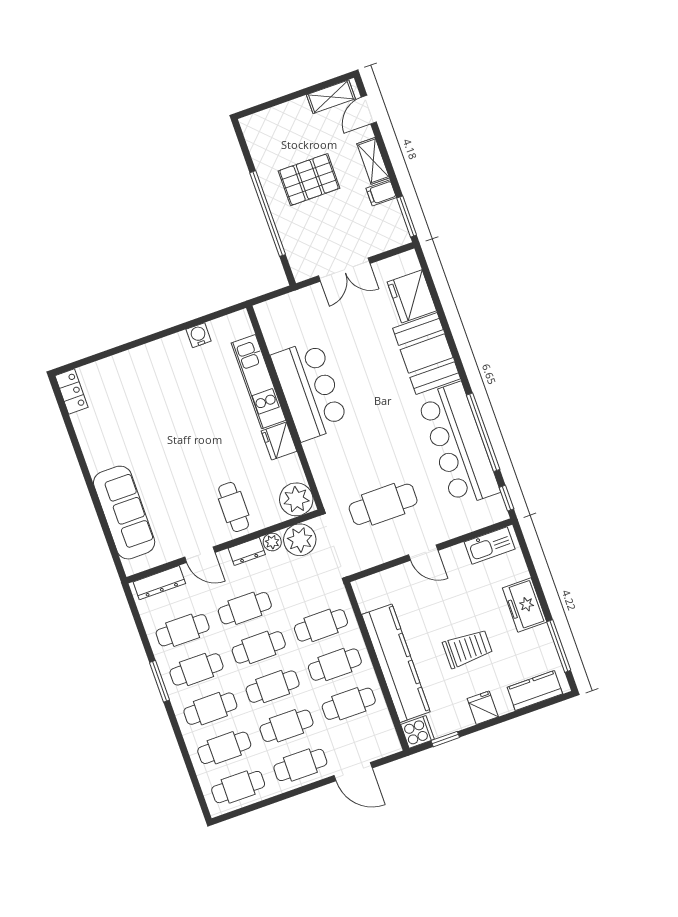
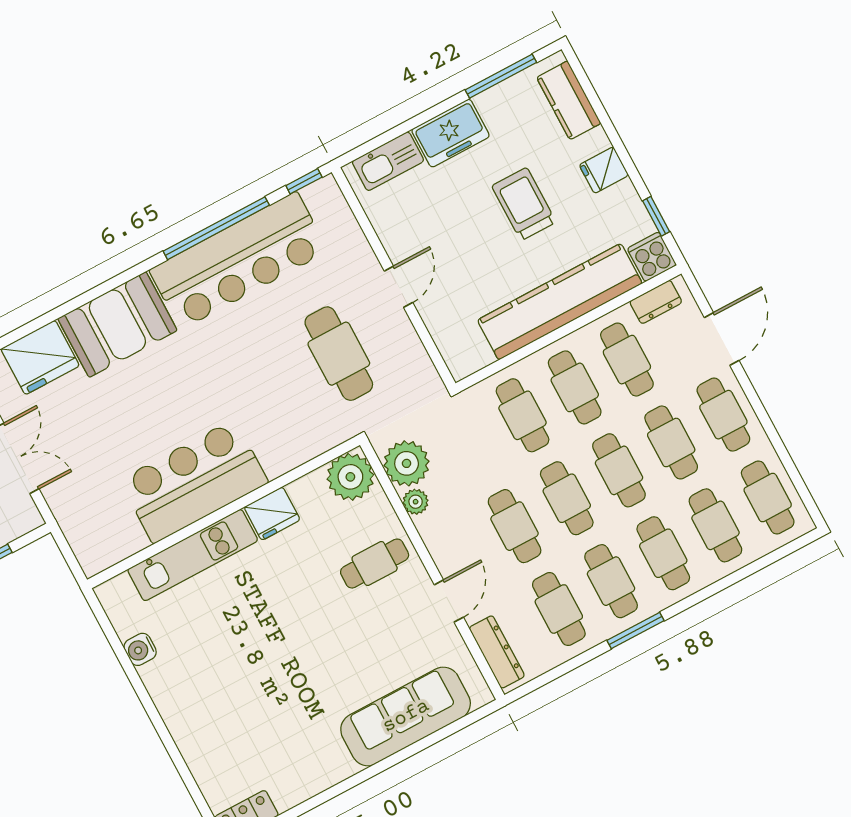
kitchen sink: (490, 545) -> (388, 161), moved, turned 90
dresser: (247, 551) -> (656, 302), moved, turned 90

